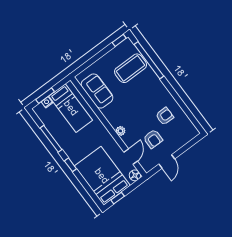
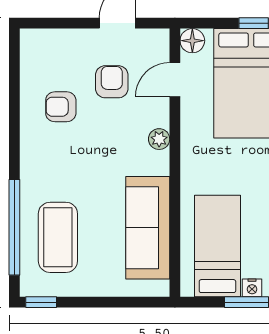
coffee table: (131, 68) -> (58, 237), turned 90
sofa: (97, 91) -> (148, 228), width x1.36

